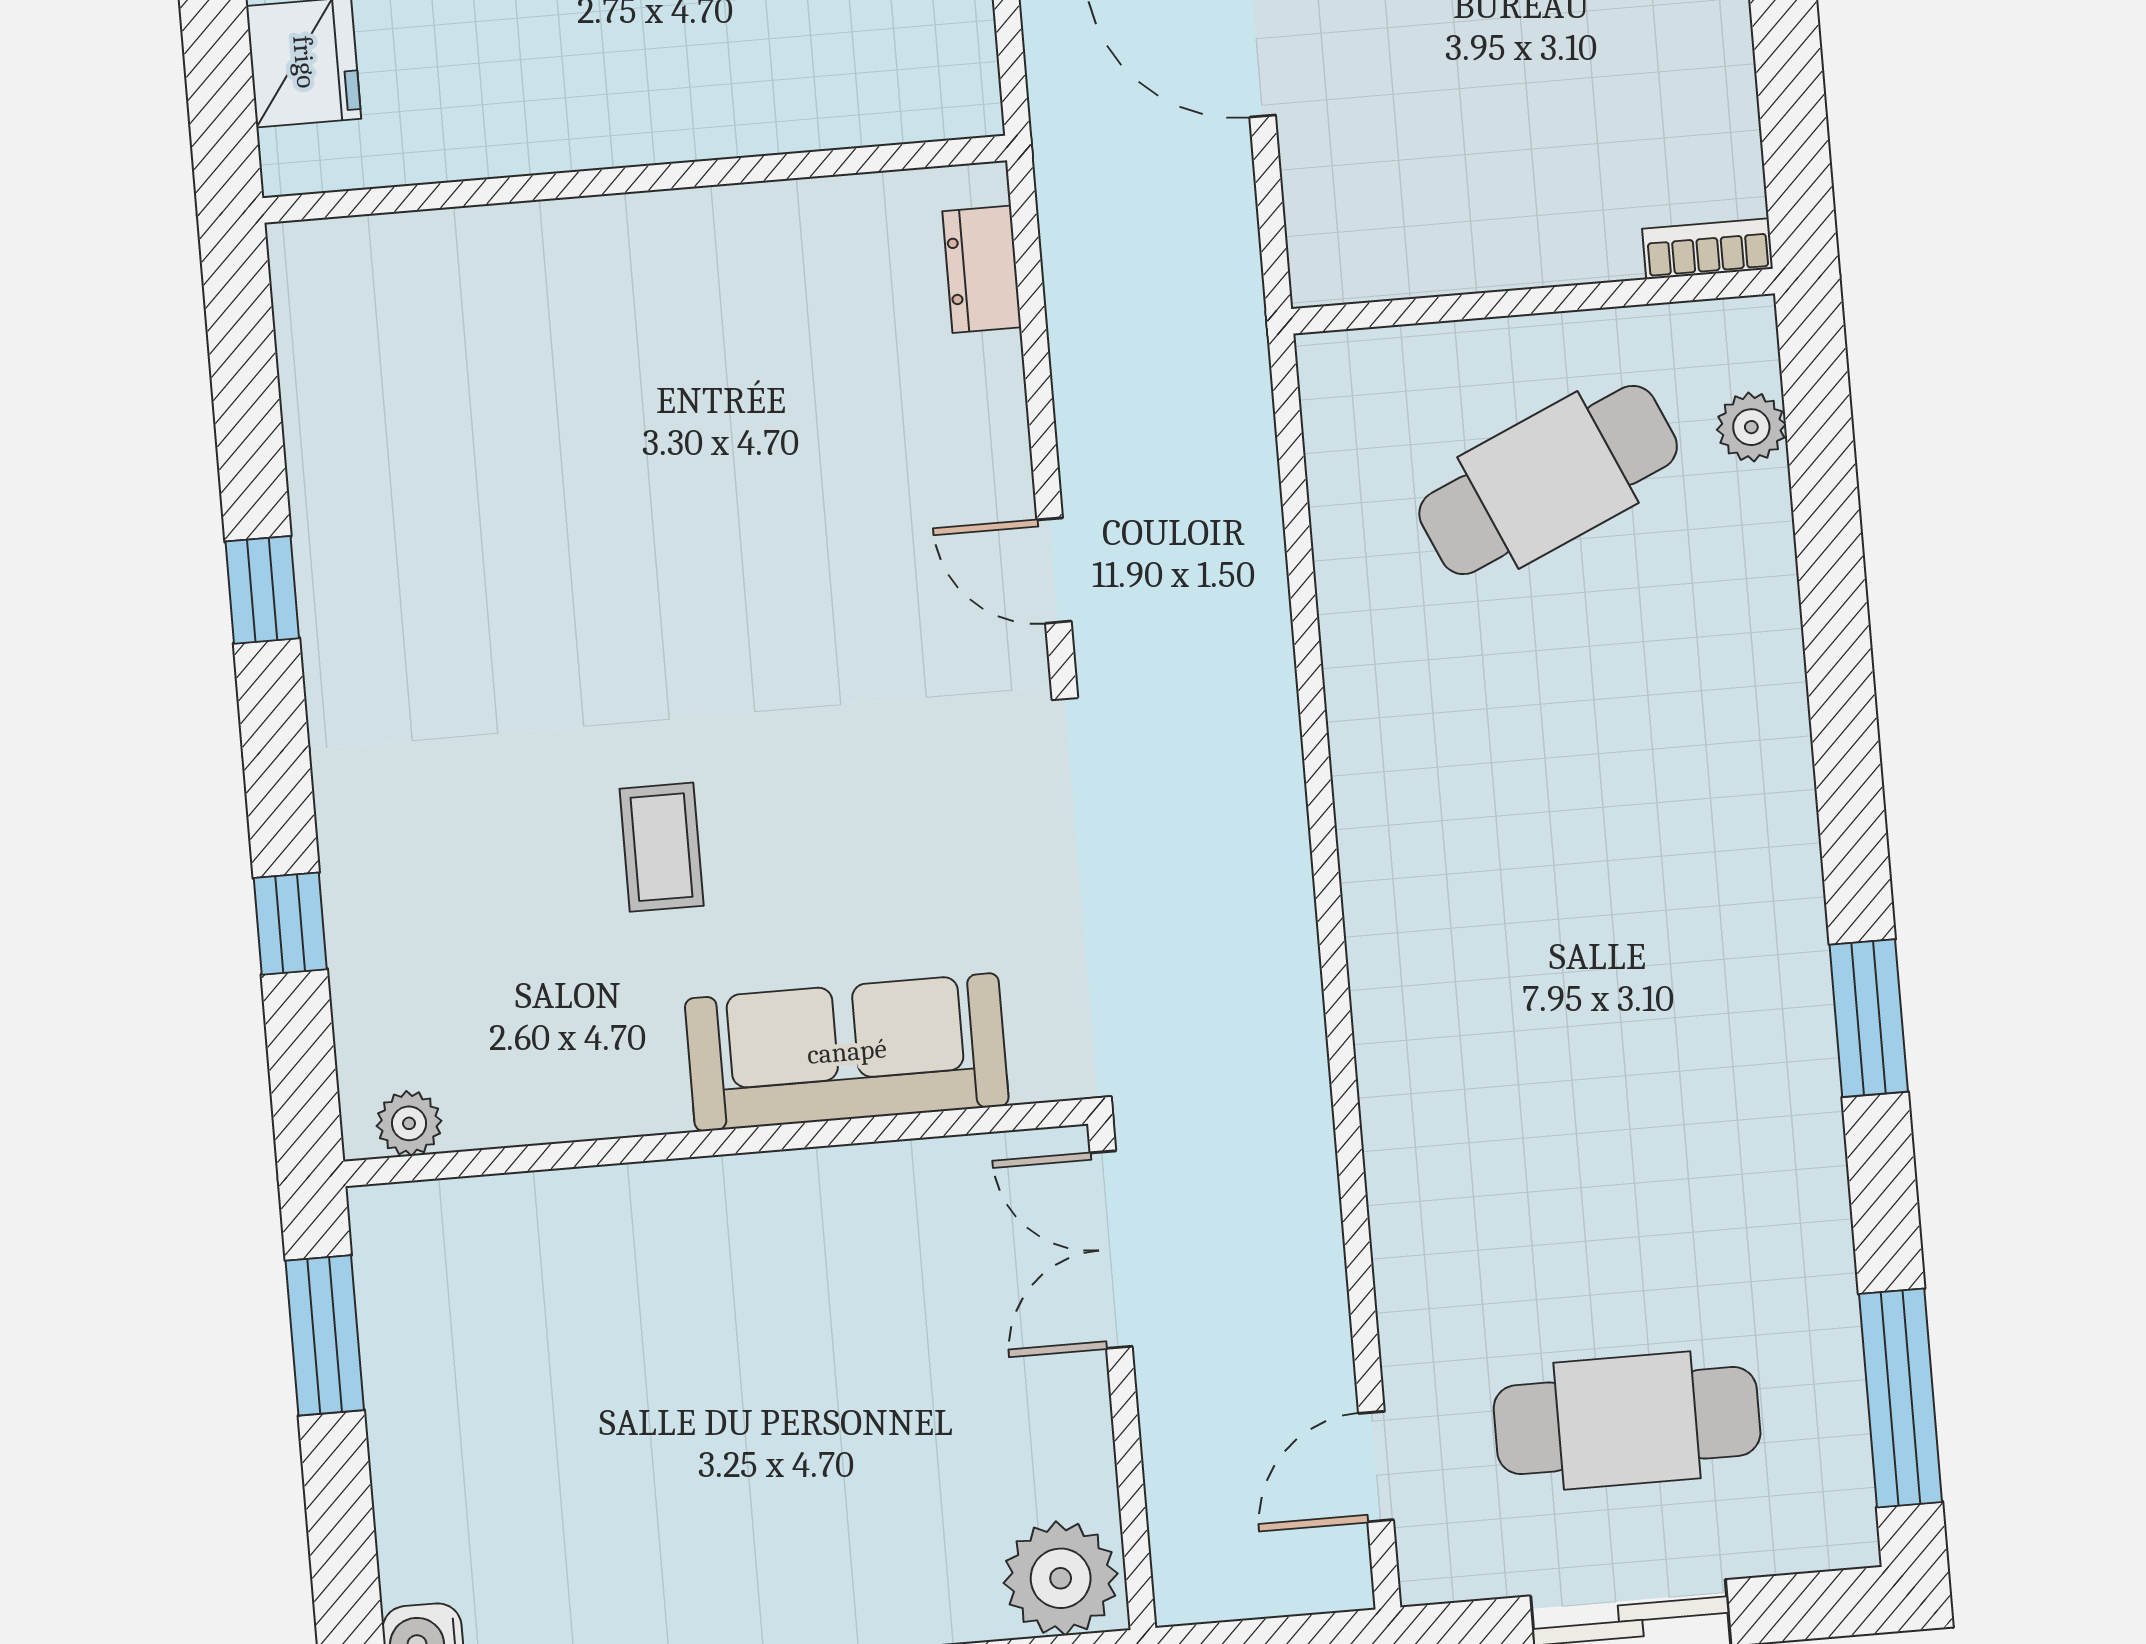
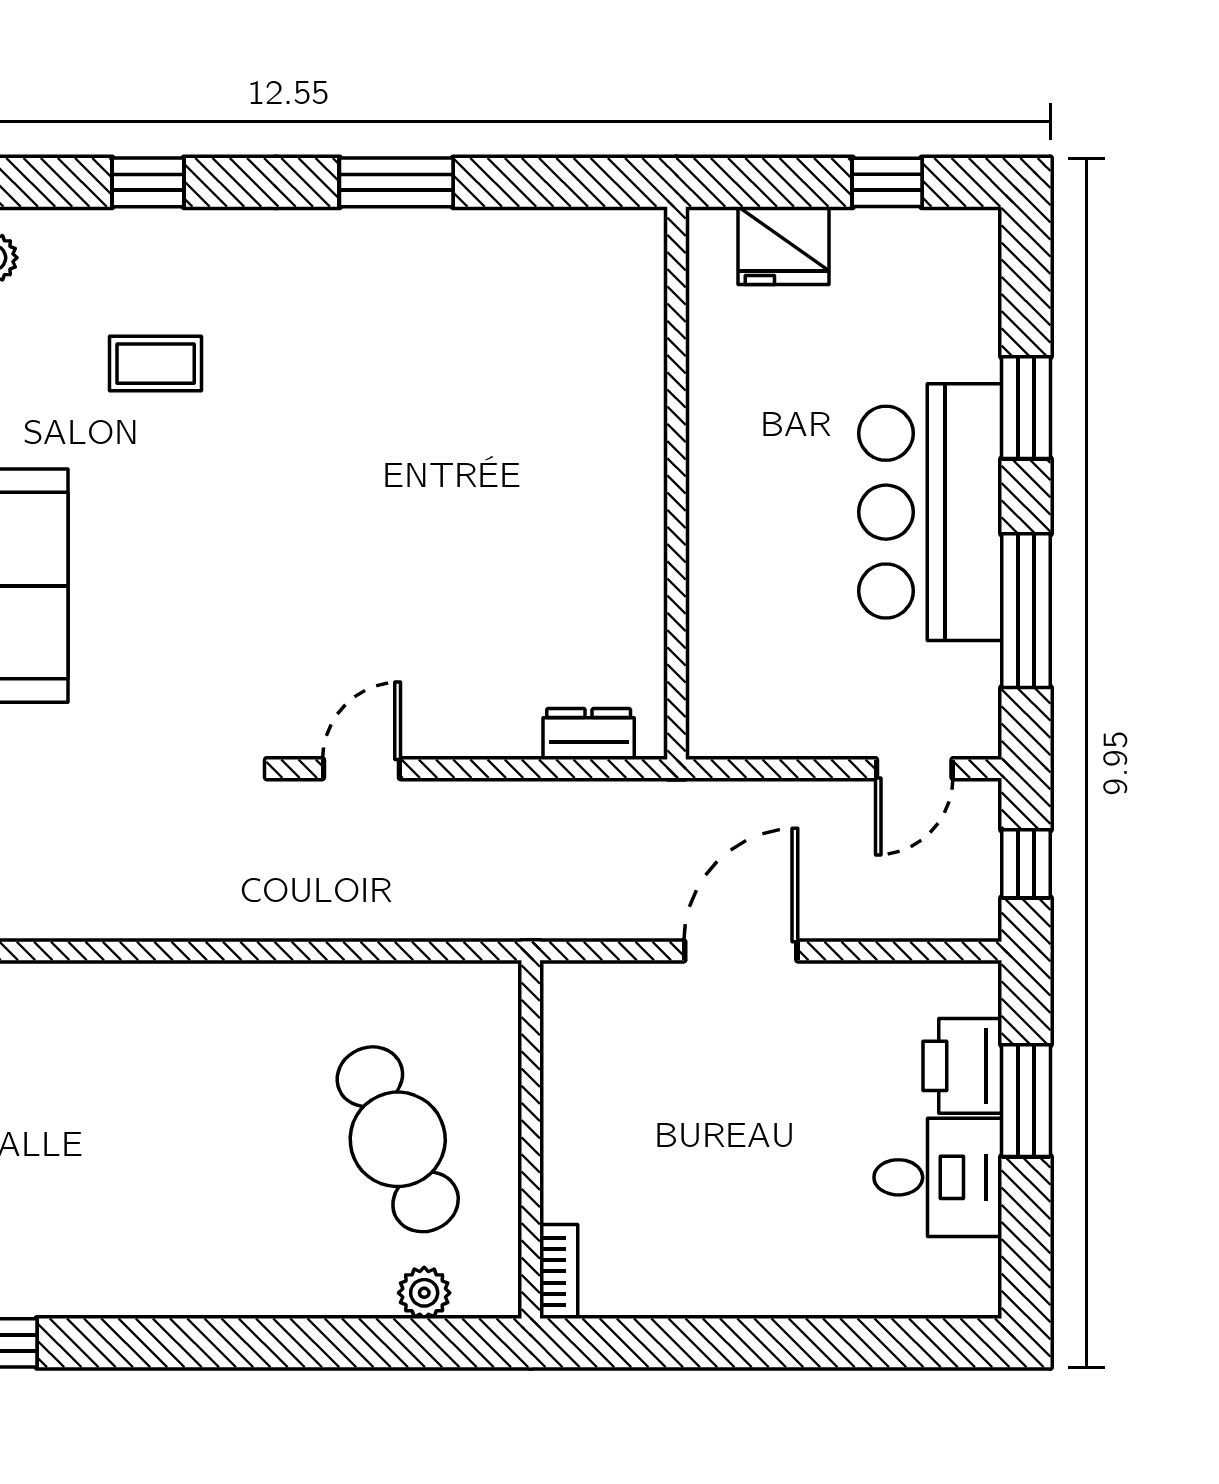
window: (262, 590) -> (396, 182), width x1.50
coffee table: (662, 847) -> (156, 364), moved

